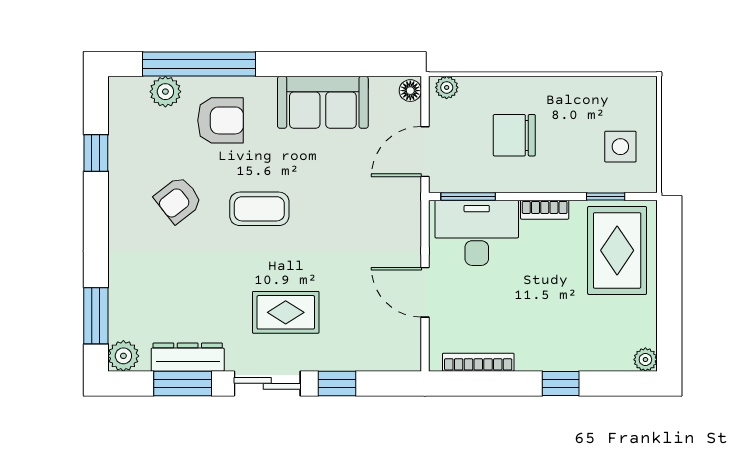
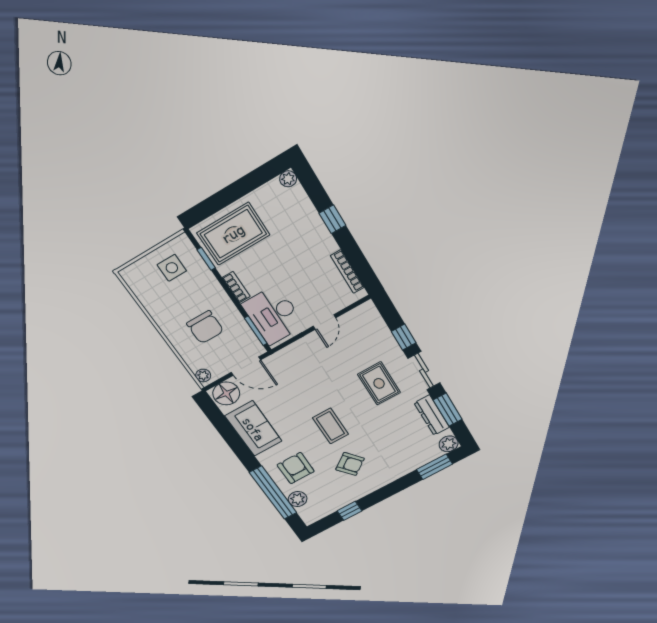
floor lamp: (410, 91) -> (226, 393), width x1.89, depth x1.89
door: (425, 292) -> (324, 322), width x0.73

